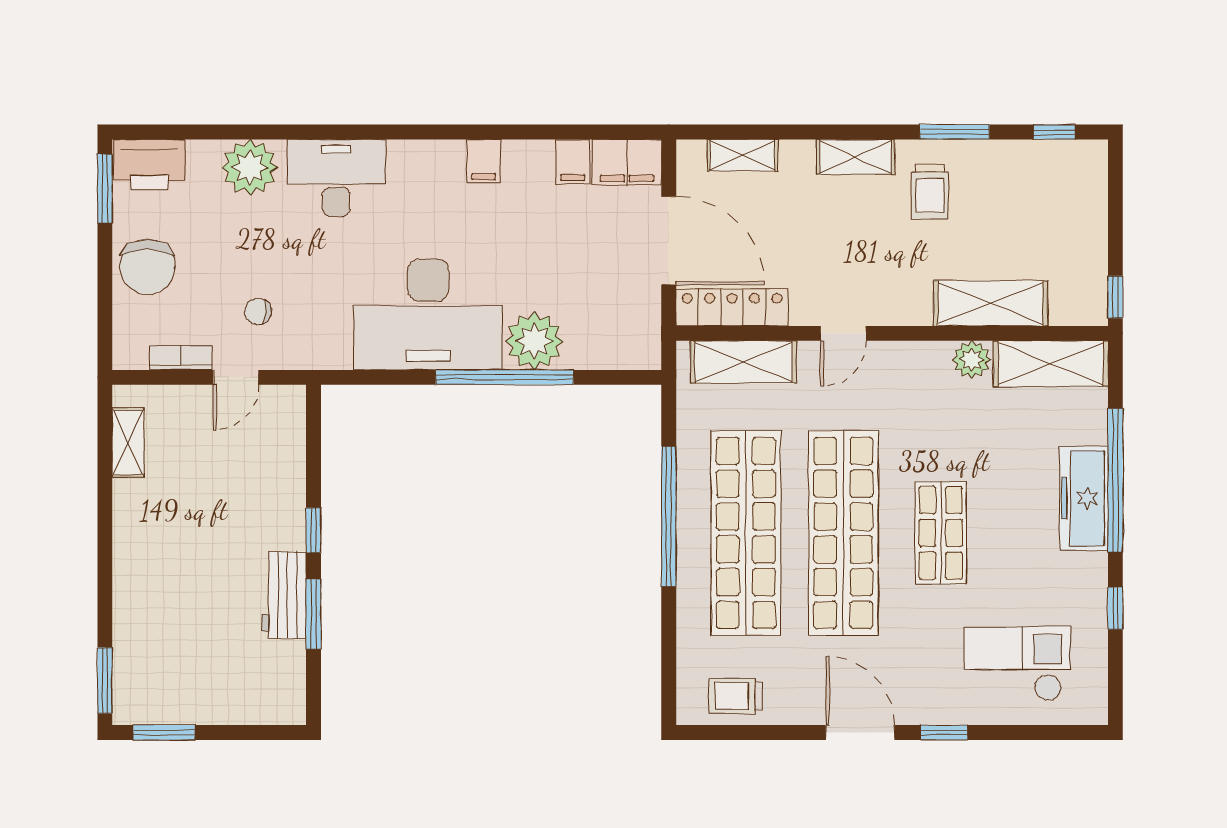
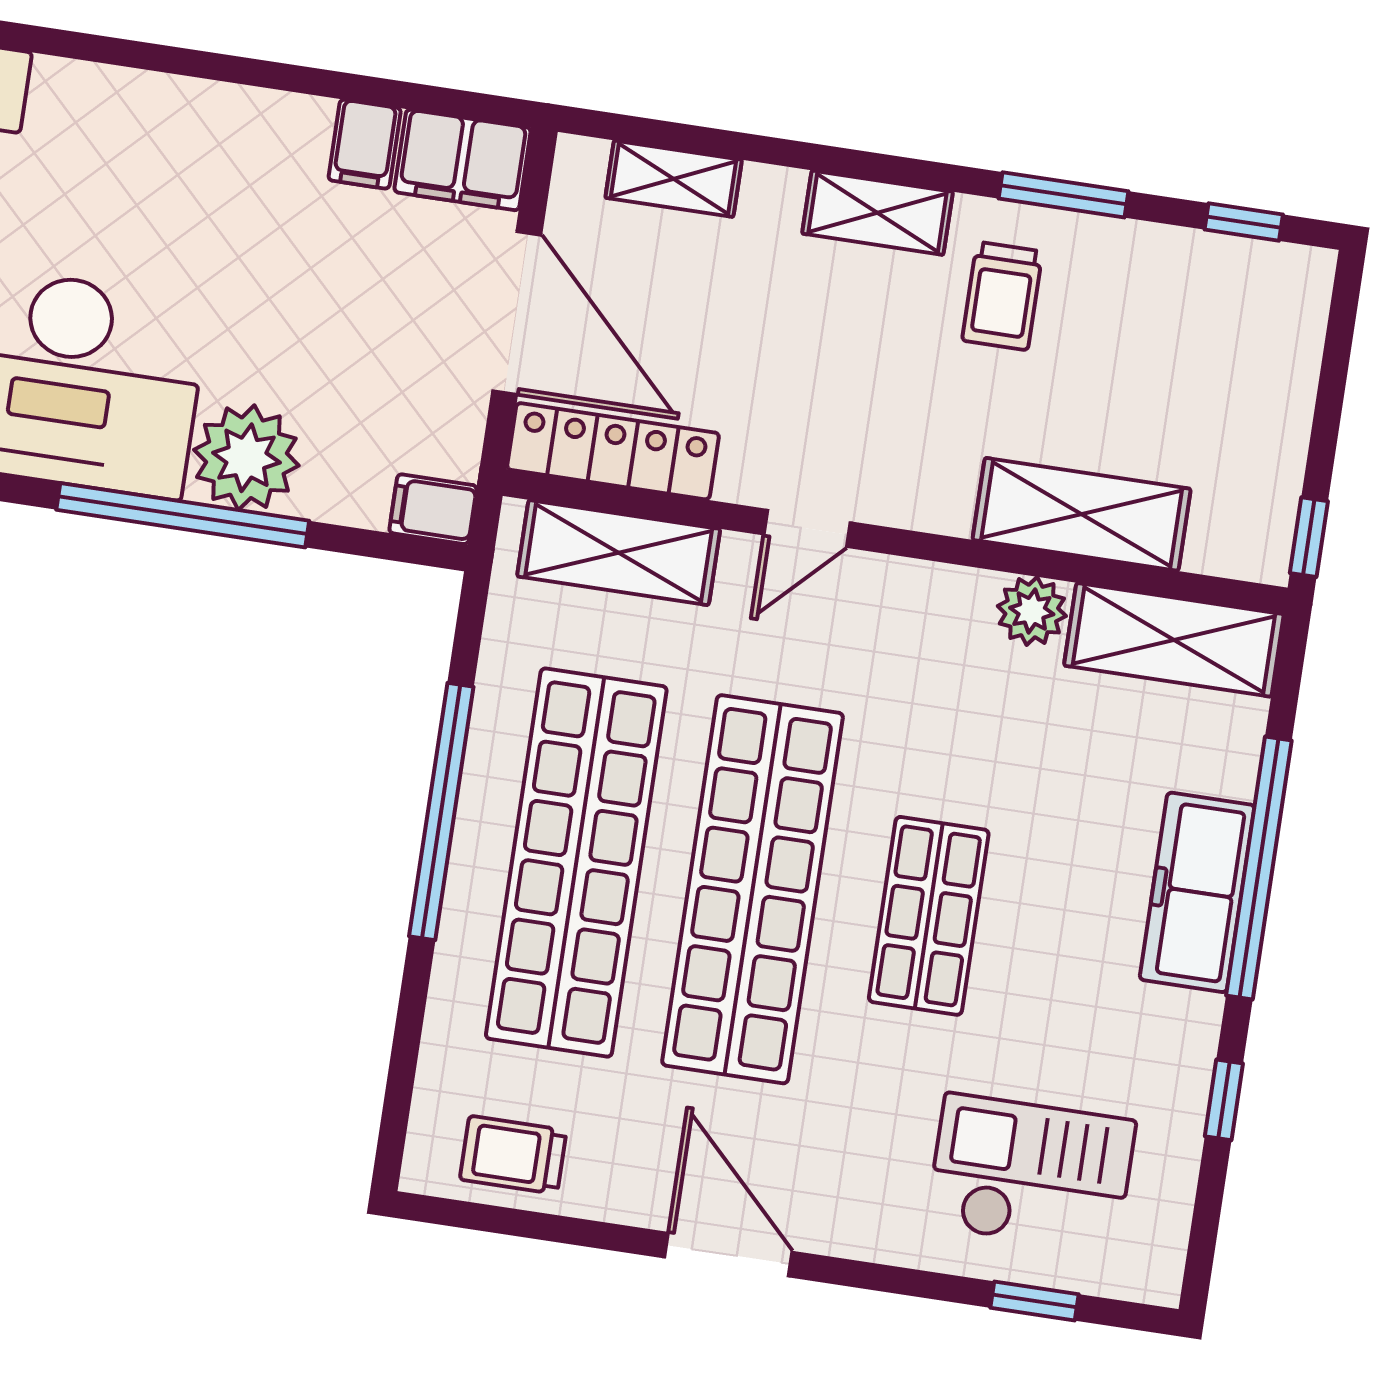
filing cabinet: (484, 161) -> (433, 509), moved, turned 90
window: (944, 732) -> (1034, 1301), moved

